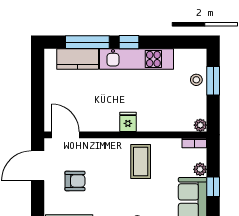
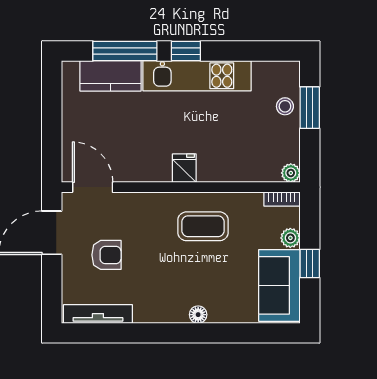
coffee table: (141, 161) -> (203, 226), turned 90

